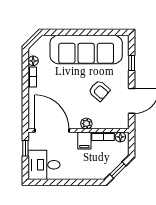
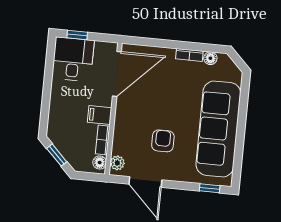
window: (132, 63) -> (210, 188), moved
armchair: (99, 91) -> (163, 141), turned 139
plant: (86, 124) -> (117, 163), moved
window: (25, 148) -> (77, 35), moved

